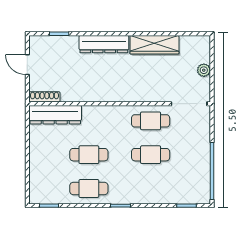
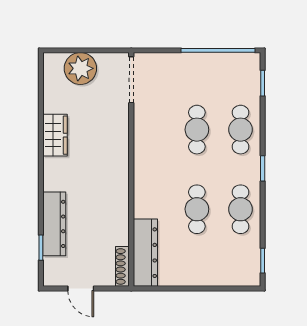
dresser: (104, 44) -> (54, 224), moved
wardrobe: (154, 45) -> (55, 135), width x0.67
door: (27, 65) -> (81, 288), hinge flipped
plant: (204, 70) -> (80, 68), width x1.87, depth x1.87
cafe table: (151, 121) -> (241, 130), moved

